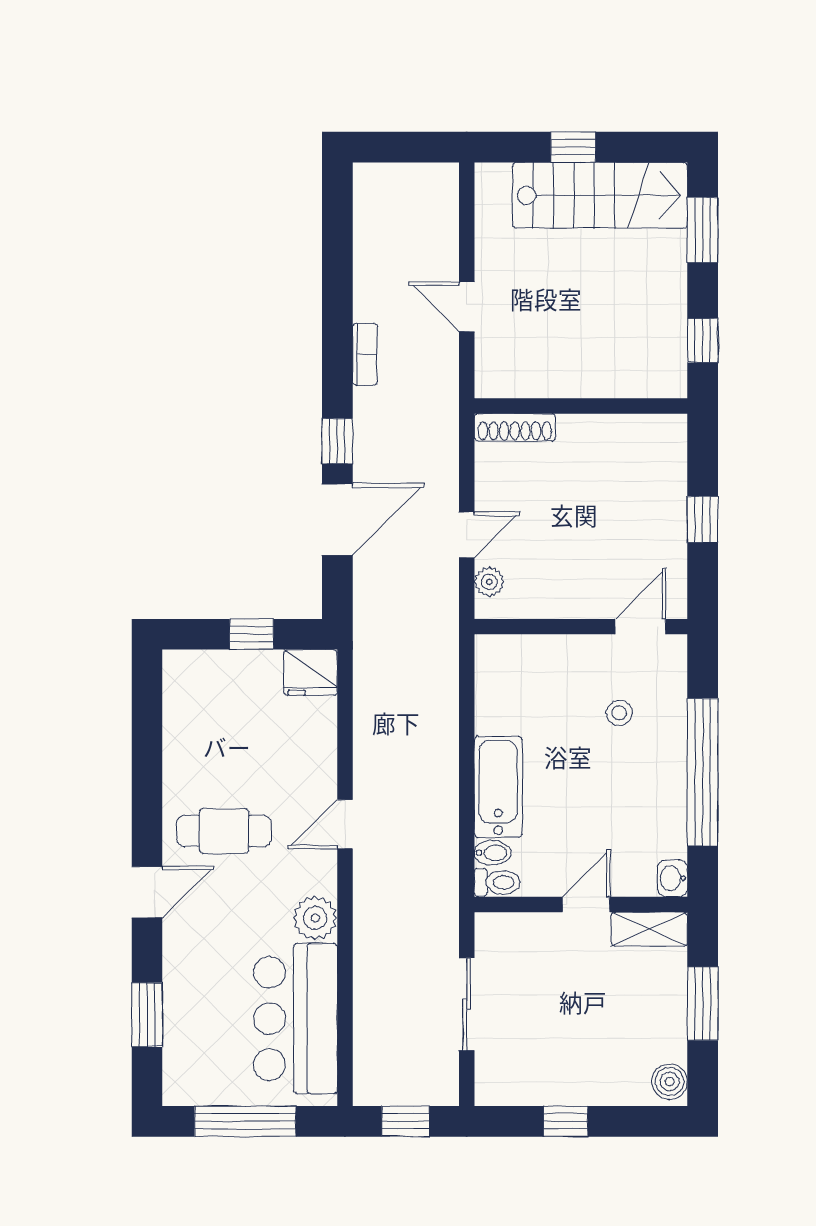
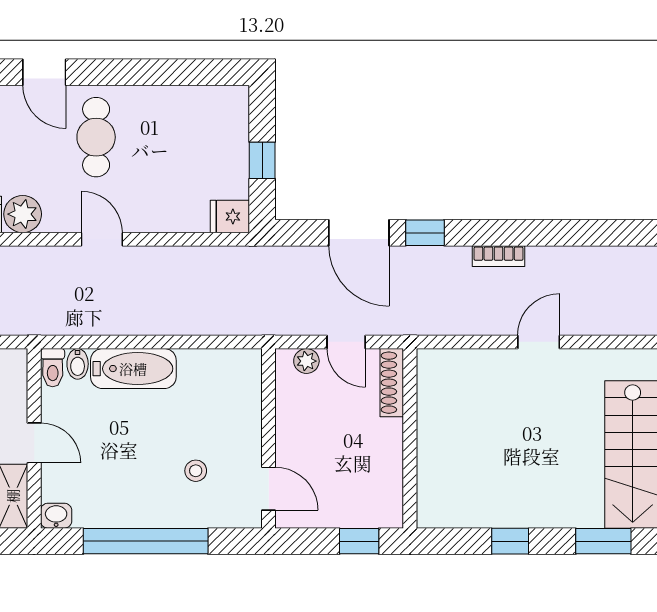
wall: (581, 406) -> (410, 438), moved
shoe rack: (515, 427) -> (392, 383), moved
fridge: (310, 673) -> (230, 216), width x0.72

